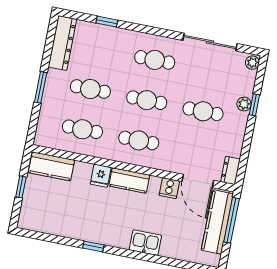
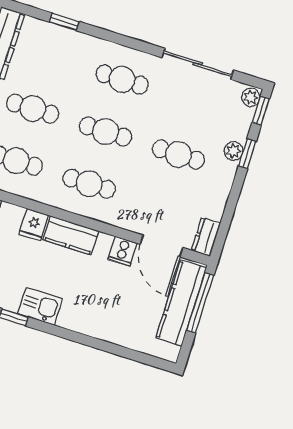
window: (261, 72) -> (261, 111), added
kitchen sink: (145, 243) -> (40, 306), moved

